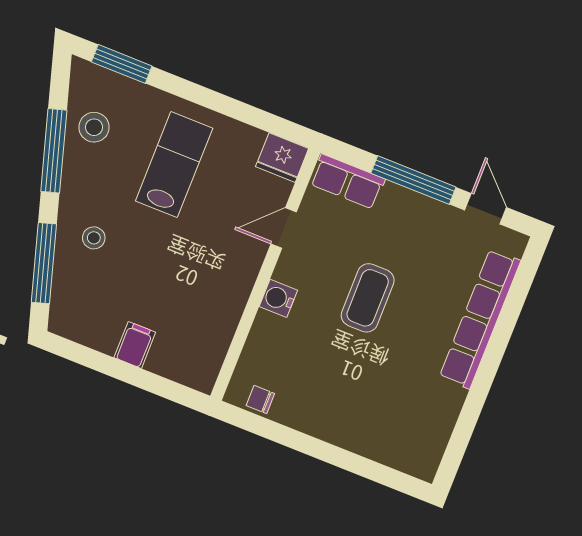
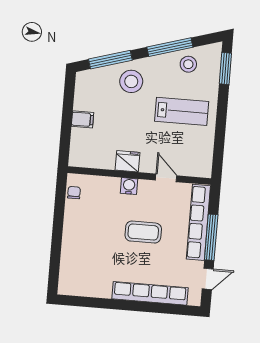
fridge: (282, 158) -> (128, 161), moved, turned 90
row of seats: (347, 182) -> (198, 222), width x2.02
stool: (94, 238) -> (131, 81), width x1.89, depth x1.89

